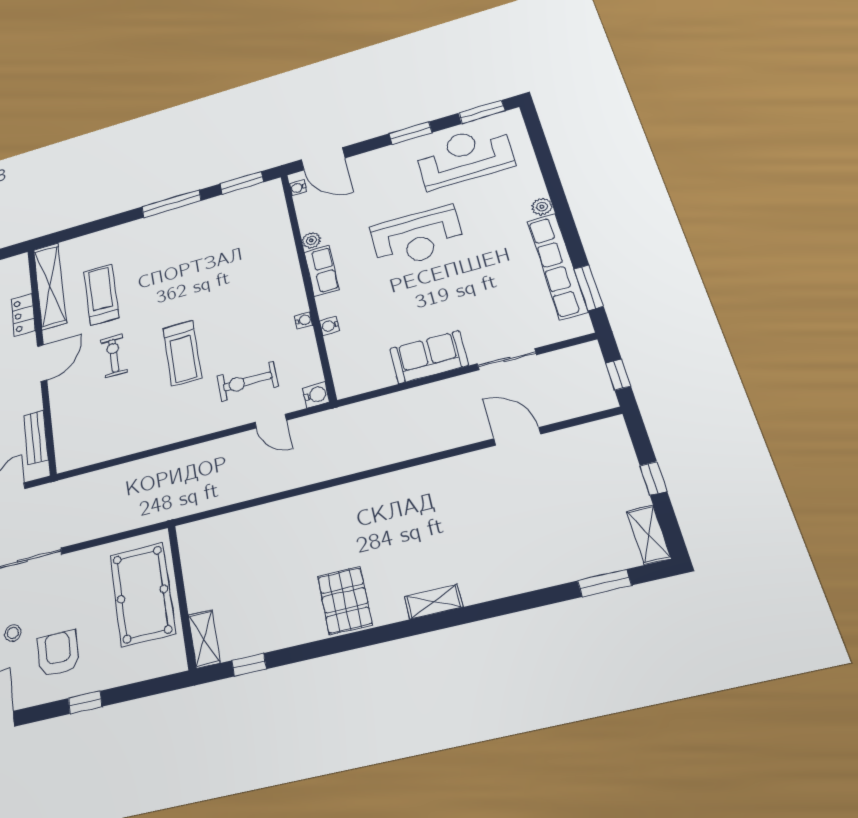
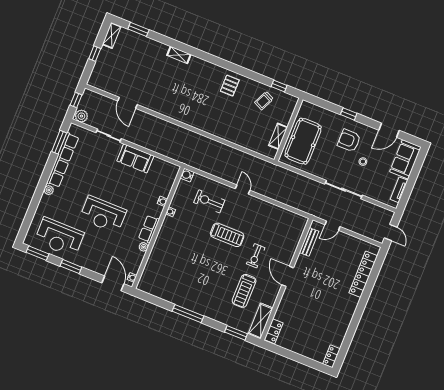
window: (242, 183) -> (236, 333), moved
reception desk: (417, 237) -> (103, 215), turned 180
shelving: (50, 286) -> (261, 321), width x0.68
locker: (23, 315) -> (274, 331), moved
treadmill: (182, 353) -> (227, 235), turned 90
plant: (584, 356) -> (81, 116), added
door: (42, 363) -> (288, 276), hinge flipped
exercise bike: (248, 381) -> (209, 201), turned 180
door: (271, 421) -> (243, 190), moved
pallet: (345, 600) -> (230, 86), width x0.67, depth x0.71
shelving: (434, 602) -> (179, 55), moved
trolley: (261, 617) -> (264, 101), added
shelving: (204, 639) -> (278, 136), moved
armchair: (58, 653) -> (349, 140), turned 90

